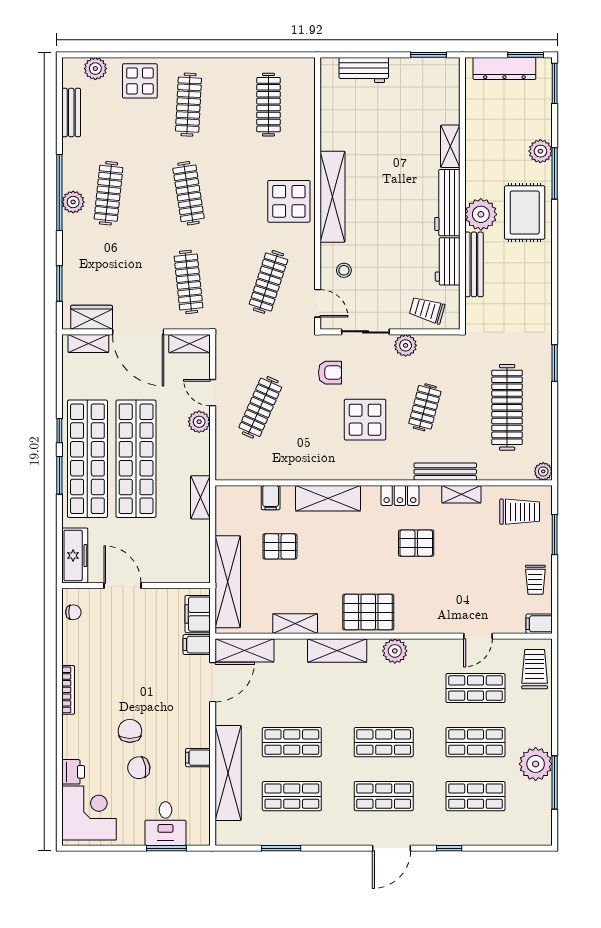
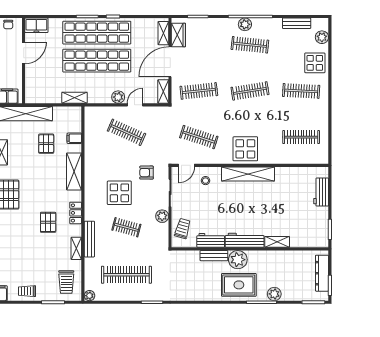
bench: (474, 264) -> (214, 256), width x0.73
armchair: (330, 373) -> (147, 173), turned 90
freezer: (75, 556) -> (36, 25), width x0.71

